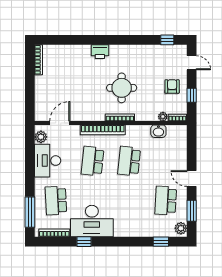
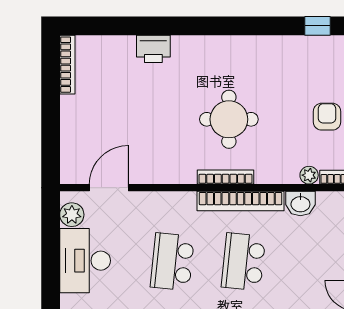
printer: (100, 52) -> (153, 49), moved
bookcase: (103, 130) -> (241, 201), moved

